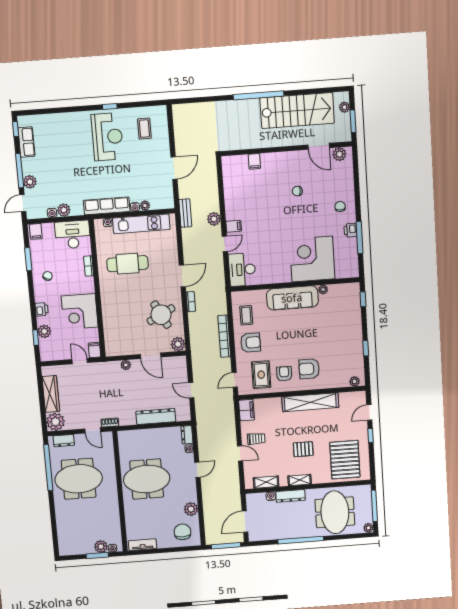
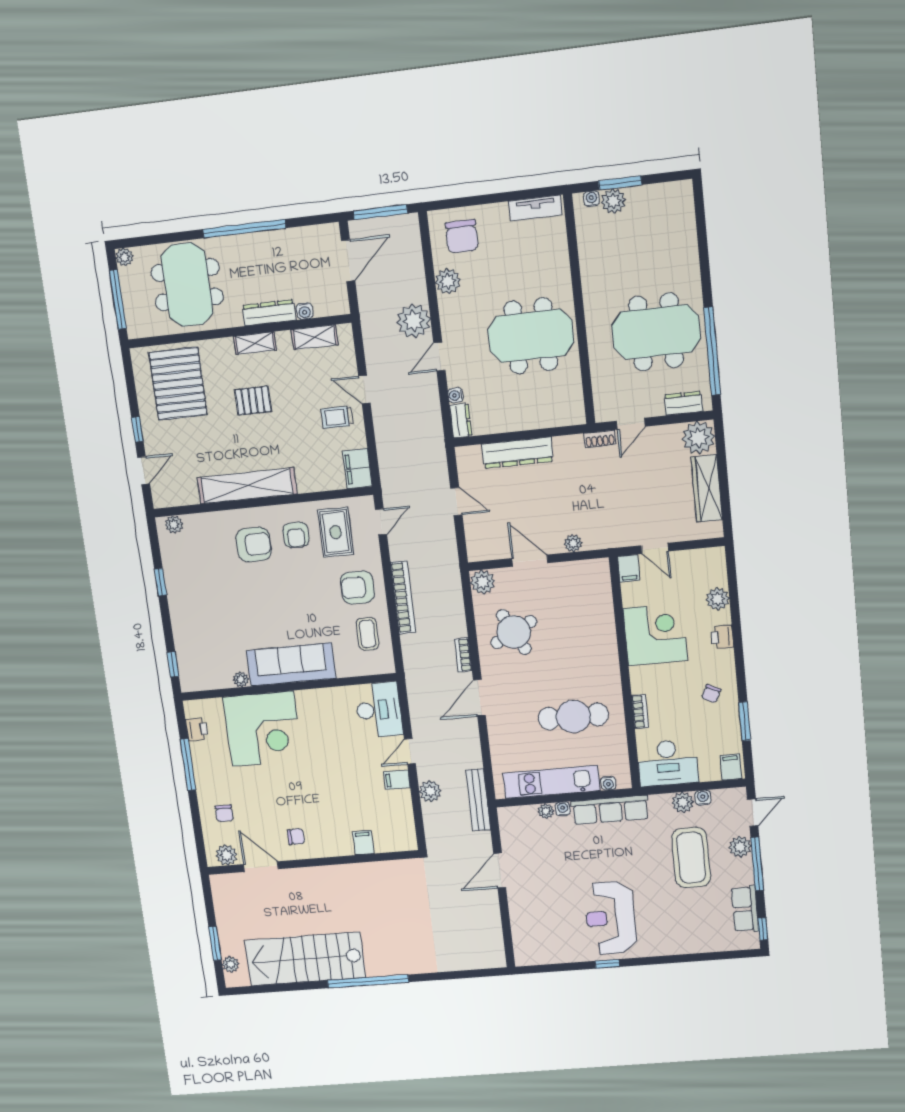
coffee table: (144, 129) -> (691, 858), moved, width x1.86, depth x1.72
door: (319, 146) -> (261, 867), moved
wall: (286, 149) -> (313, 863), moved
plant: (339, 154) -> (227, 855), moved
filing cabinet: (254, 161) -> (363, 843), moved
bench: (185, 213) -> (478, 800), width x1.36
printer: (351, 230) -> (197, 729), moved
window: (36, 338) -> (733, 588), removed
door: (93, 430) -> (631, 424), swing flipped
plant: (211, 489) -> (414, 321), added

